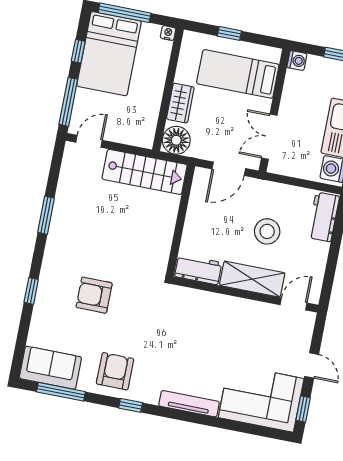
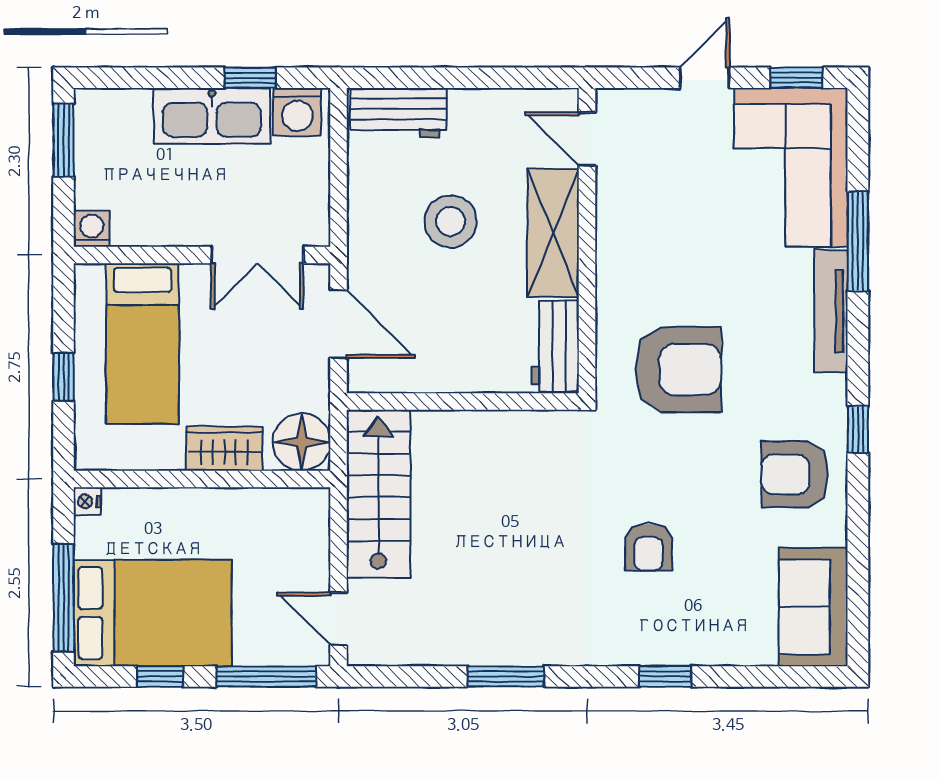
armchair: (94, 295) -> (649, 547), width x0.72, depth x0.72
armchair: (176, 326) -> (678, 370), added
window: (61, 392) -> (858, 241), moved

